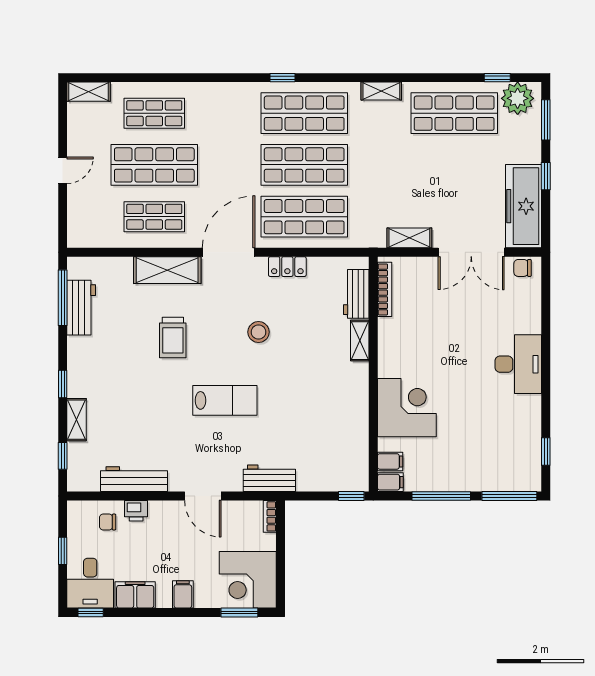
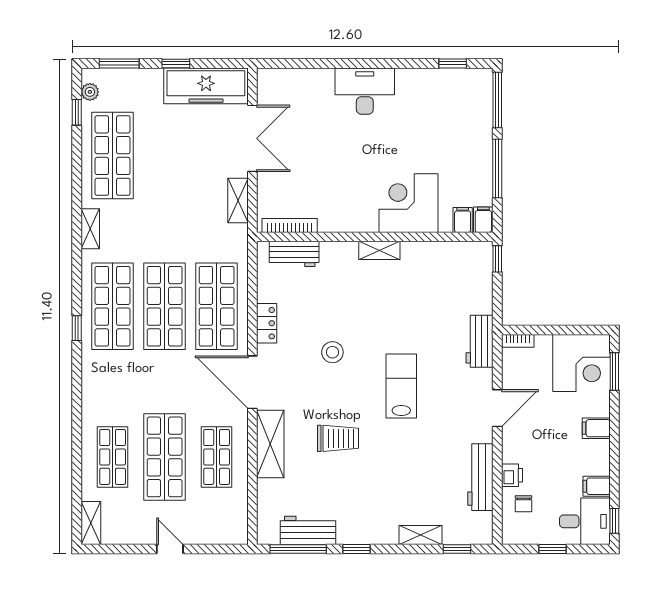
plant: (518, 98) -> (90, 92), width x0.53, depth x0.53
chair: (523, 268) -> (268, 87), removed
shelving: (360, 341) -> (379, 250), moved
window: (63, 384) -> (356, 549), moved
filing cabinet: (135, 595) -> (597, 486), width x0.50

